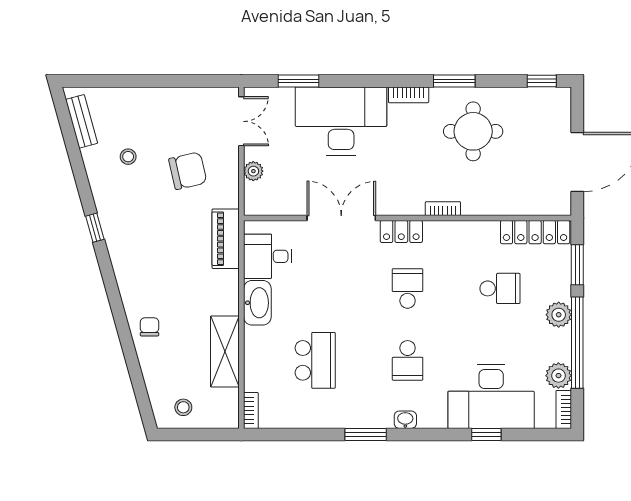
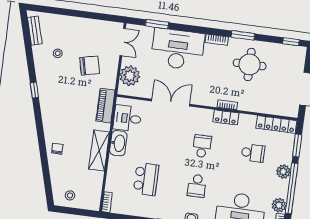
plant: (253, 171) -> (130, 76), width x1.88, depth x1.88
locker: (401, 231) -> (226, 117), moved
shelving: (225, 351) -> (99, 151), moved

